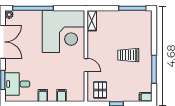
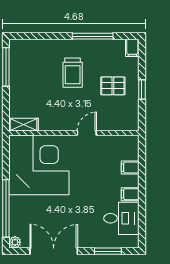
desk: (17, 84) -> (121, 218), moved, turned -90
pallet: (100, 90) -> (113, 86), moved

